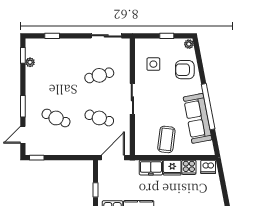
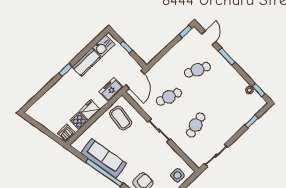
side table: (153, 64) -> (177, 175), moved
coffee table: (166, 139) -> (121, 118), moved
freezer: (151, 168) -> (111, 90), moved

